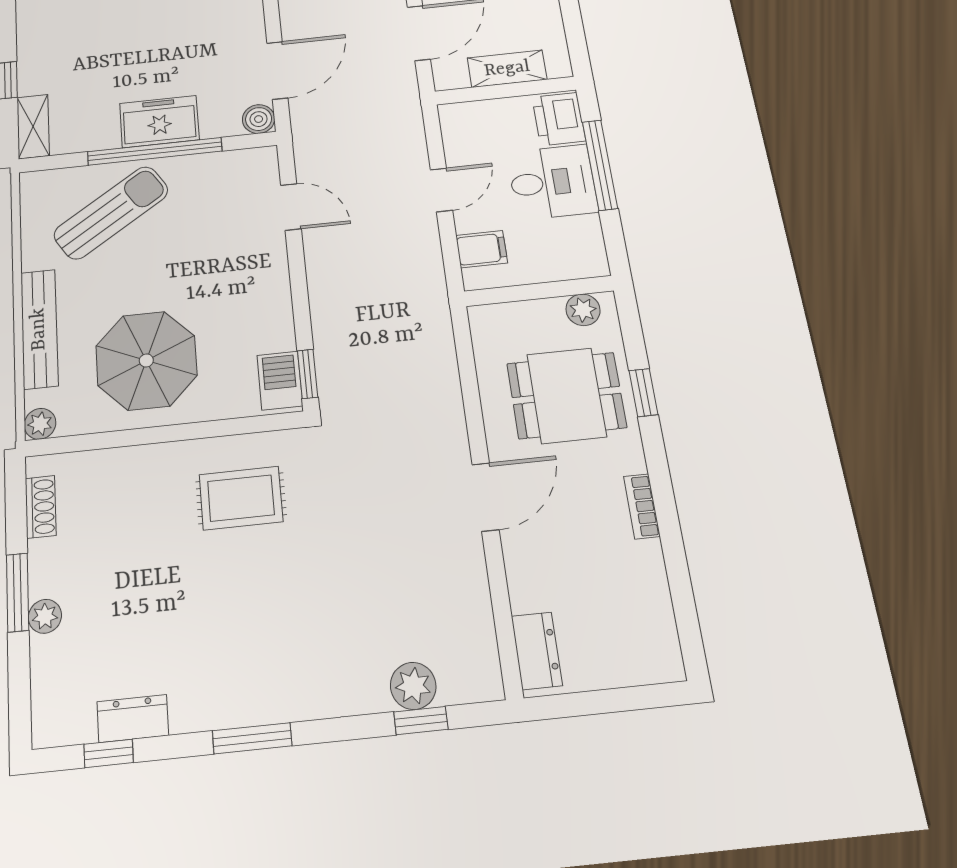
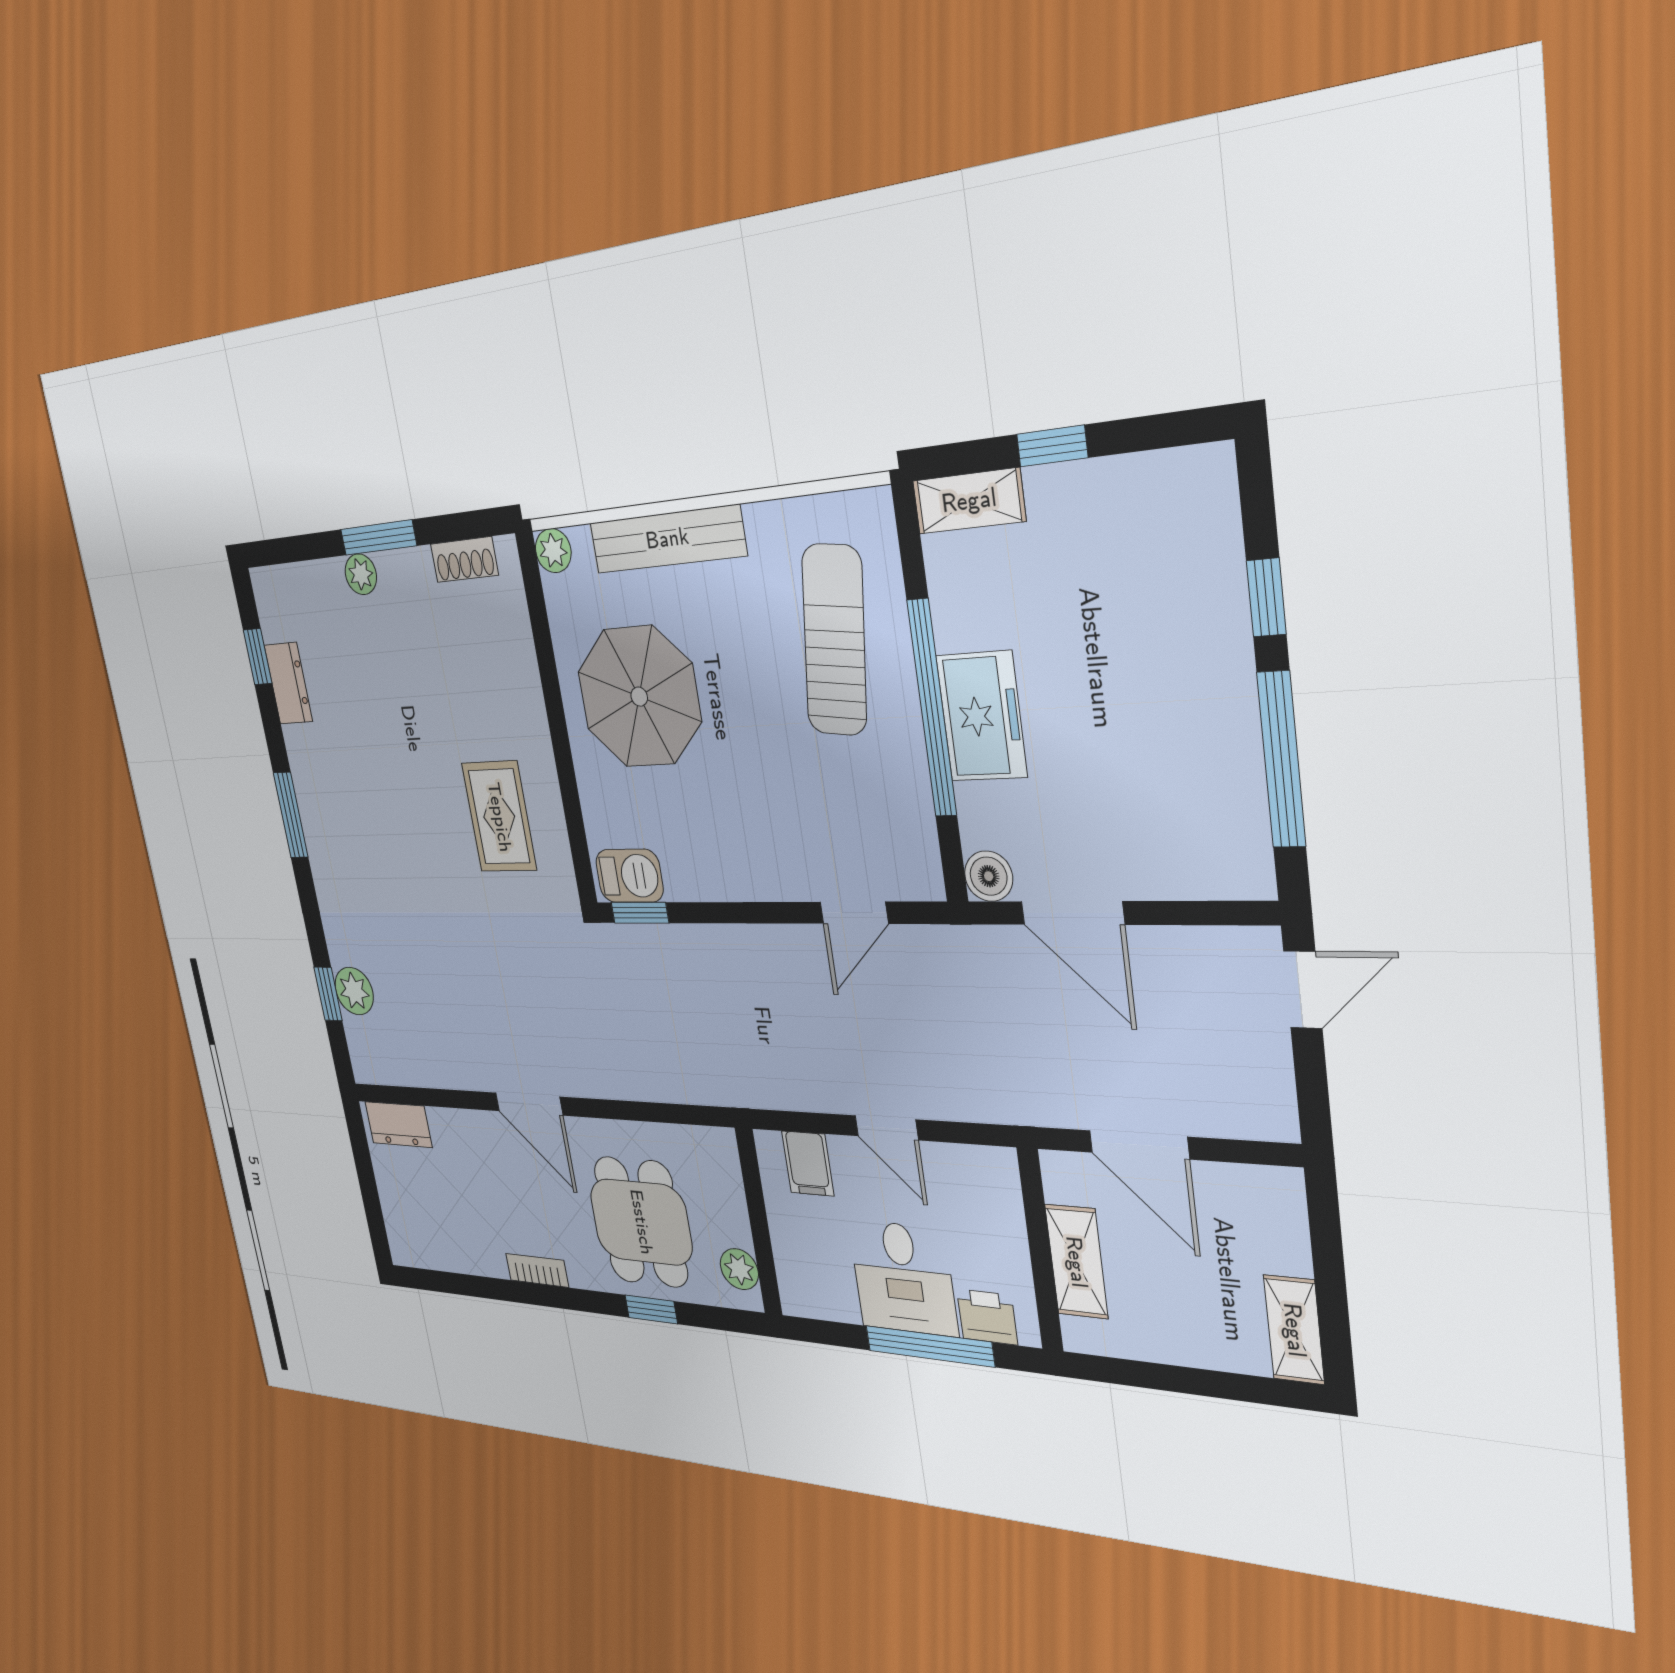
printer: (559, 119) -> (987, 1317), width x0.73, depth x0.81
sun lounger: (111, 213) -> (834, 640), turned -140

